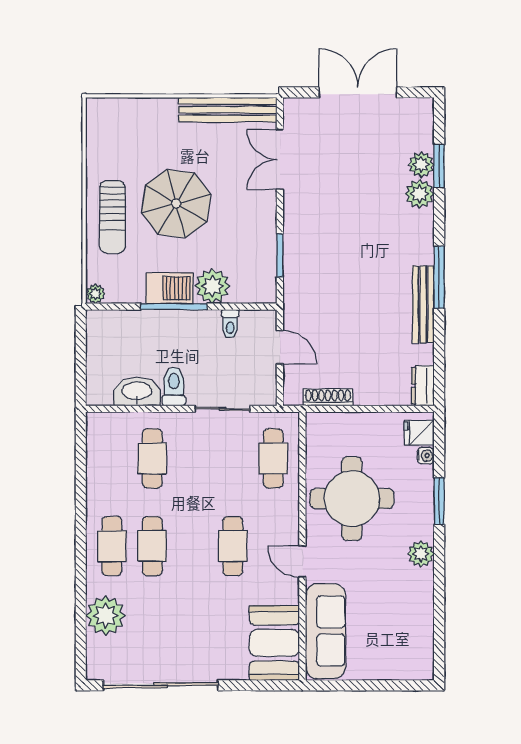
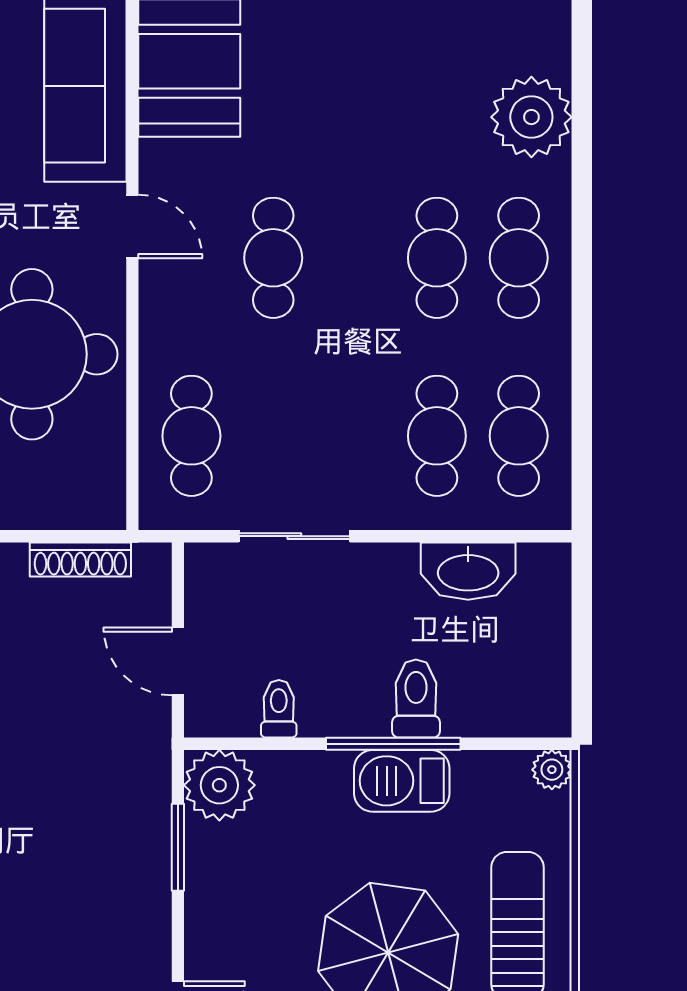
plant: (212, 286) -> (219, 785), moved
toilet: (174, 387) -> (416, 698), moved, turned 180
cafe table: (112, 458) -> (519, 436), added

